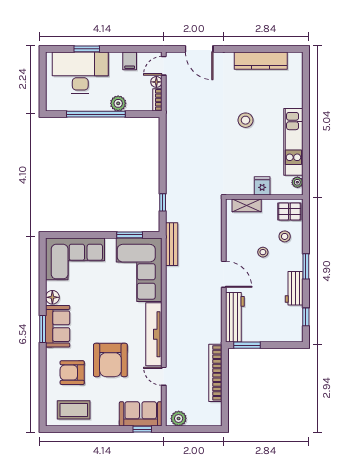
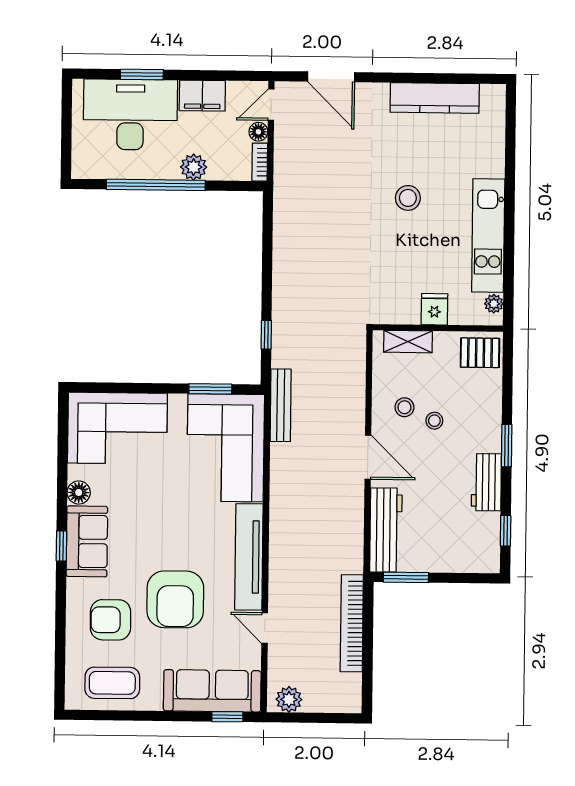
filing cabinet: (130, 61) -> (202, 96), width x2.00
stool: (285, 236) -> (404, 407), moved
window: (43, 329) -> (61, 546), width x0.67
sofa: (141, 414) -> (212, 691), width x1.36

